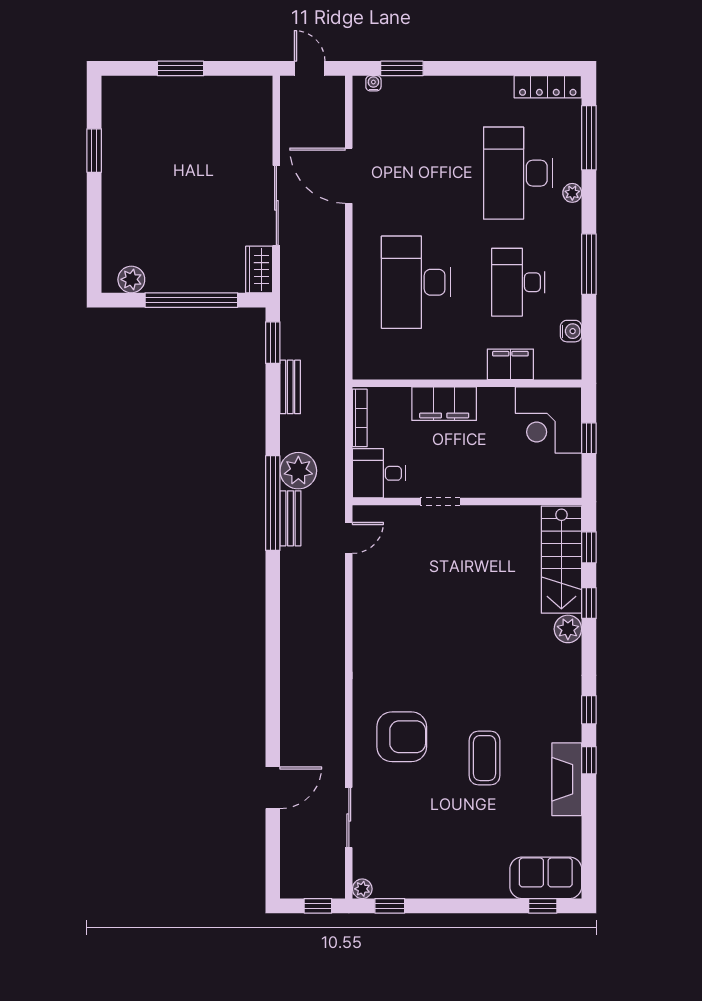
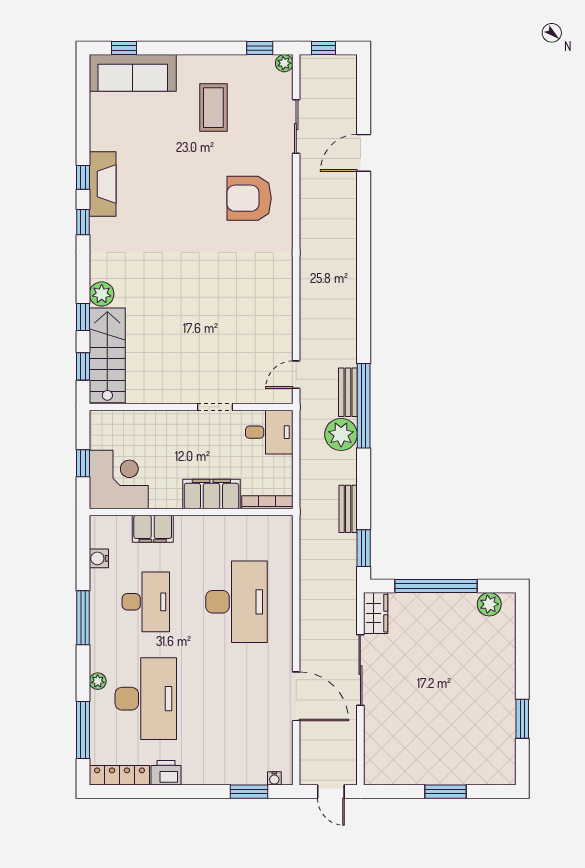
printer: (495, 90) -> (166, 773), added
bookcase: (360, 418) -> (267, 502), moved, turned 90
coffee table: (485, 758) -> (213, 108), moved
fireplace: (567, 779) -> (103, 184), moved
sofa: (546, 878) -> (133, 73), width x1.36

